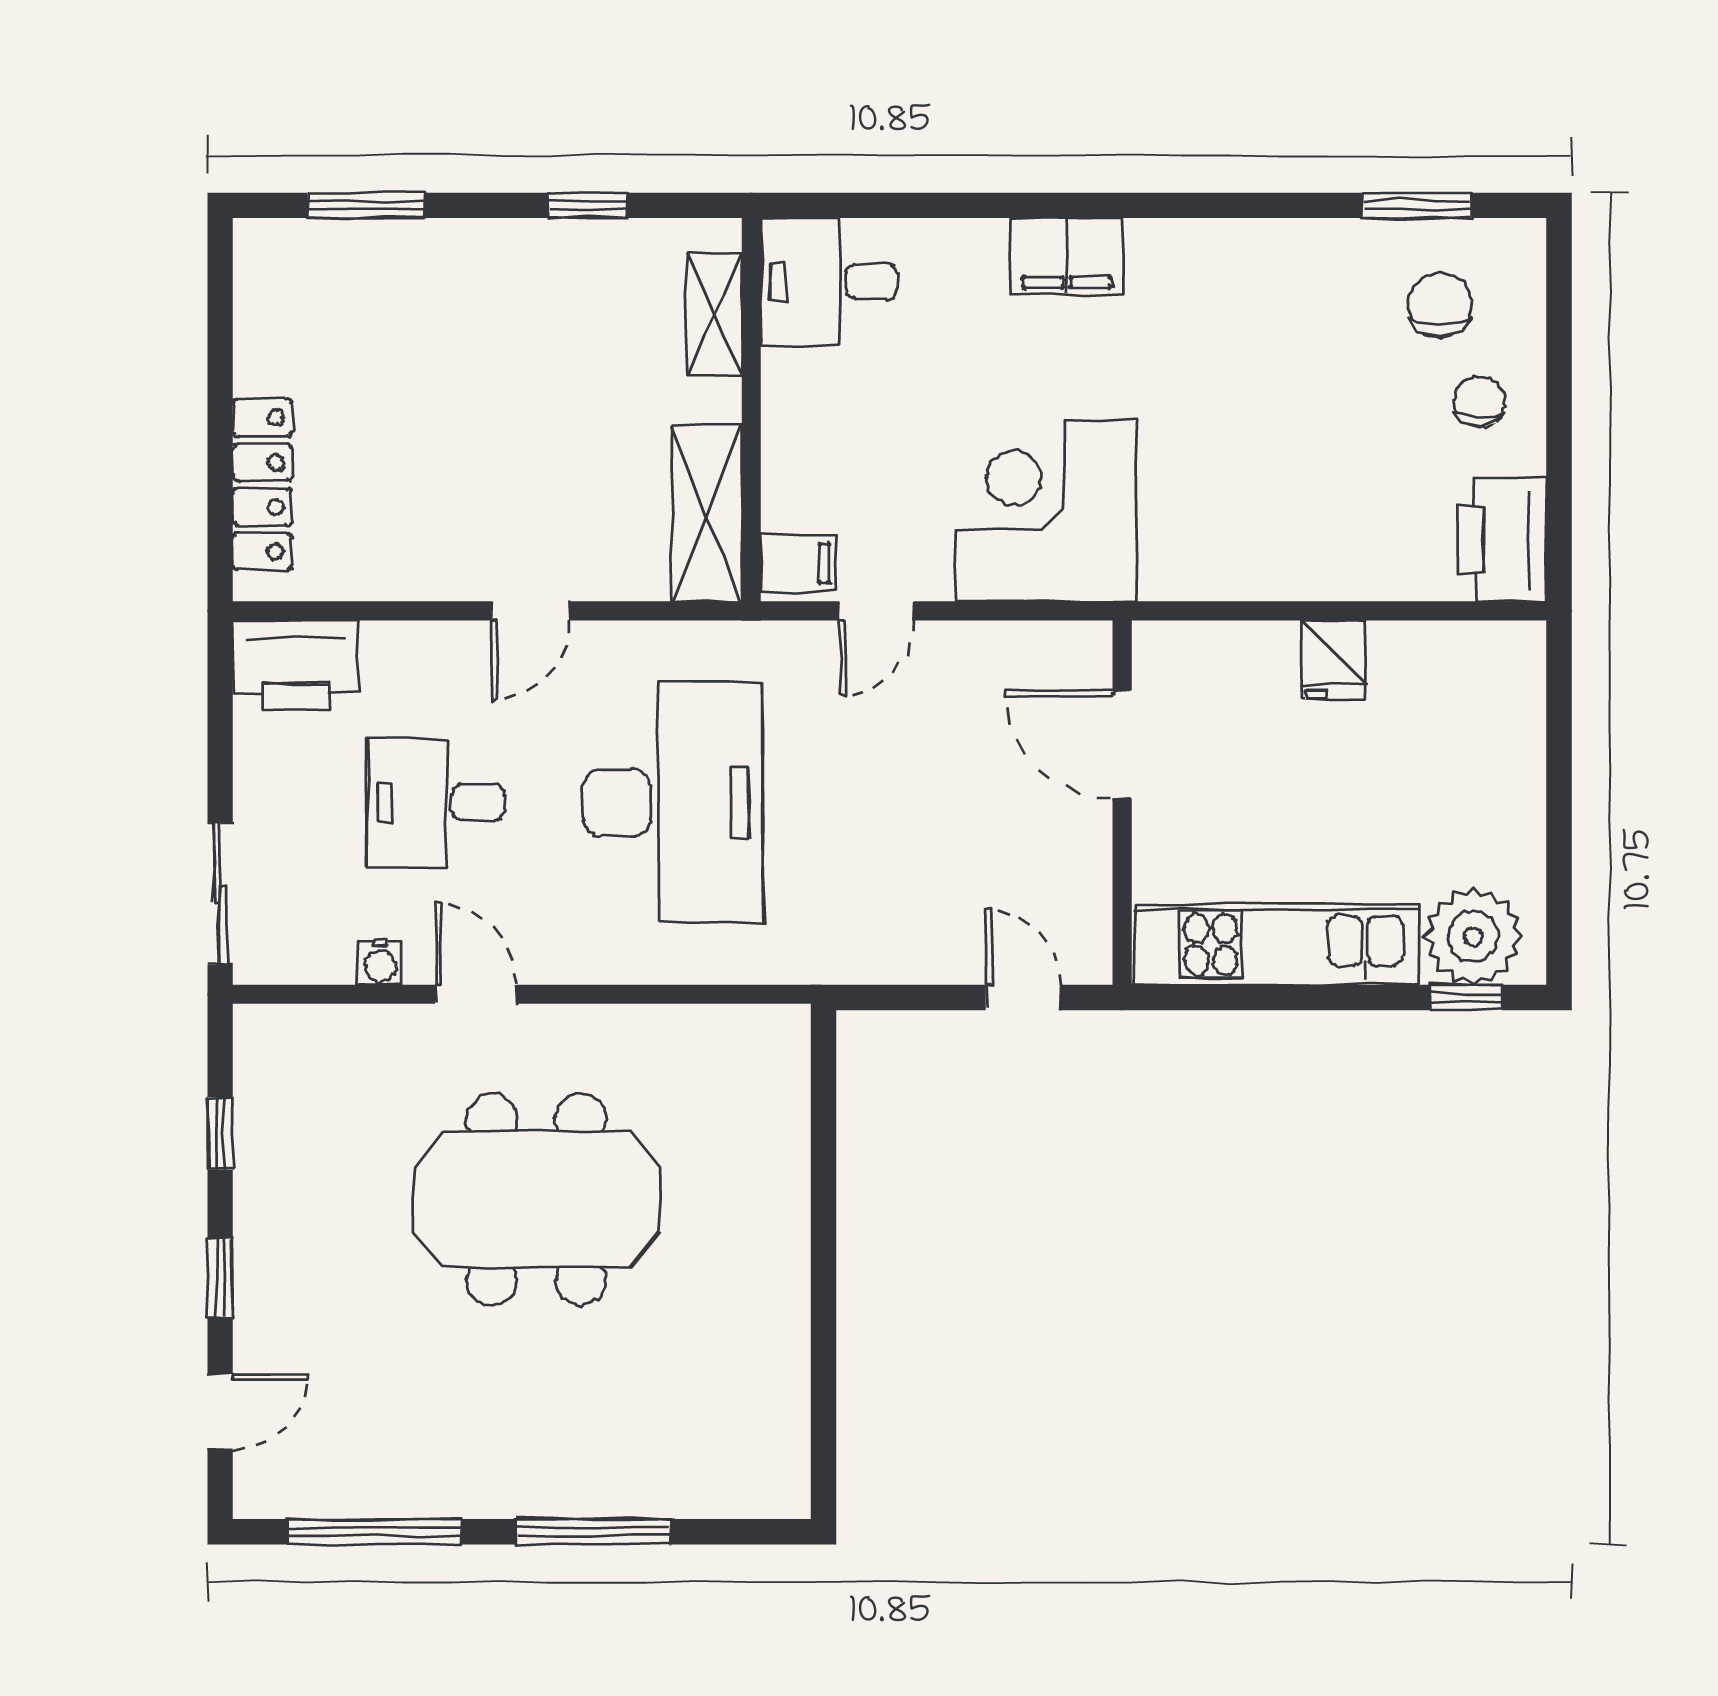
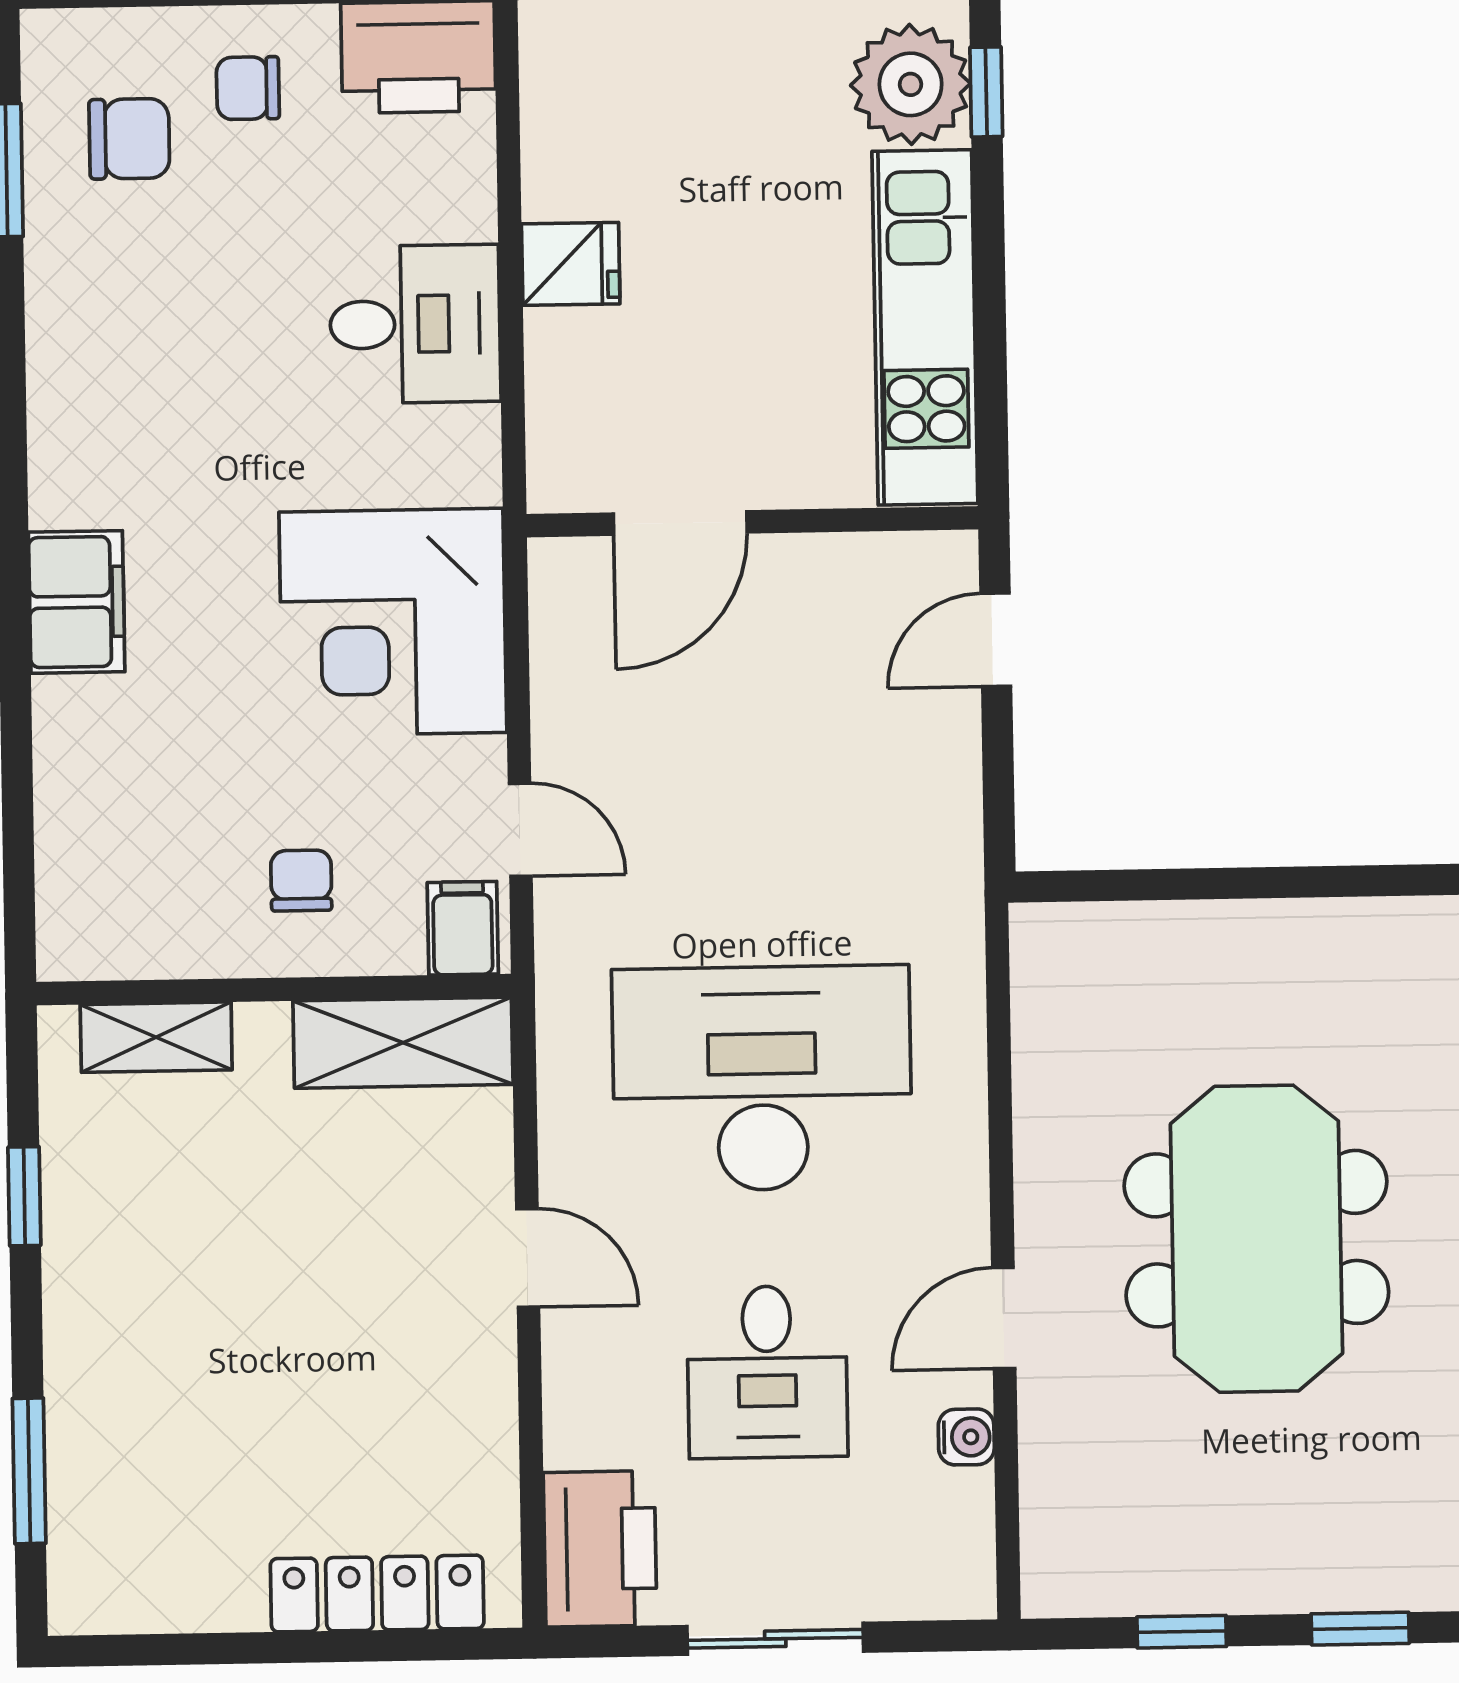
desk: (829, 281) -> (415, 324), moved, turned -90
chair: (1440, 305) -> (129, 139), turned 180
chair: (839, 433) -> (301, 881), added
sliding door: (220, 894) -> (775, 1639), moved

